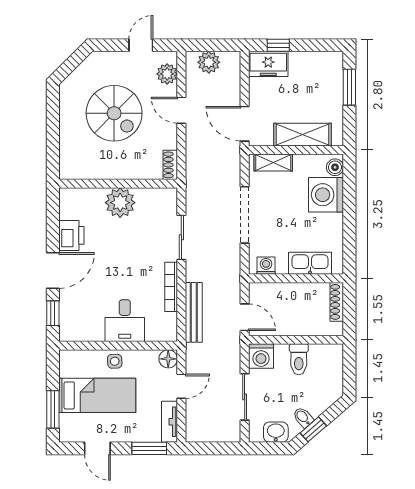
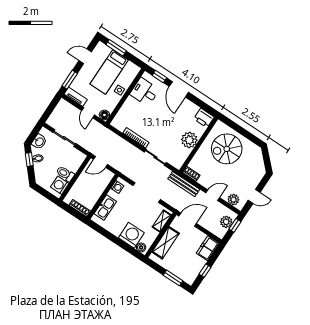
door: (141, 45) -> (254, 196), hinge flipped
window: (205, 45) -> (235, 225), added
window: (278, 45) -> (205, 271), moved
spiral stairs: (114, 113) -> (227, 149), moved
printer: (71, 235) -> (204, 118), moved
bench: (194, 312) -> (184, 184), moved
desk: (125, 321) -> (145, 92), moved
washing machine: (261, 356) -> (60, 185), moved

